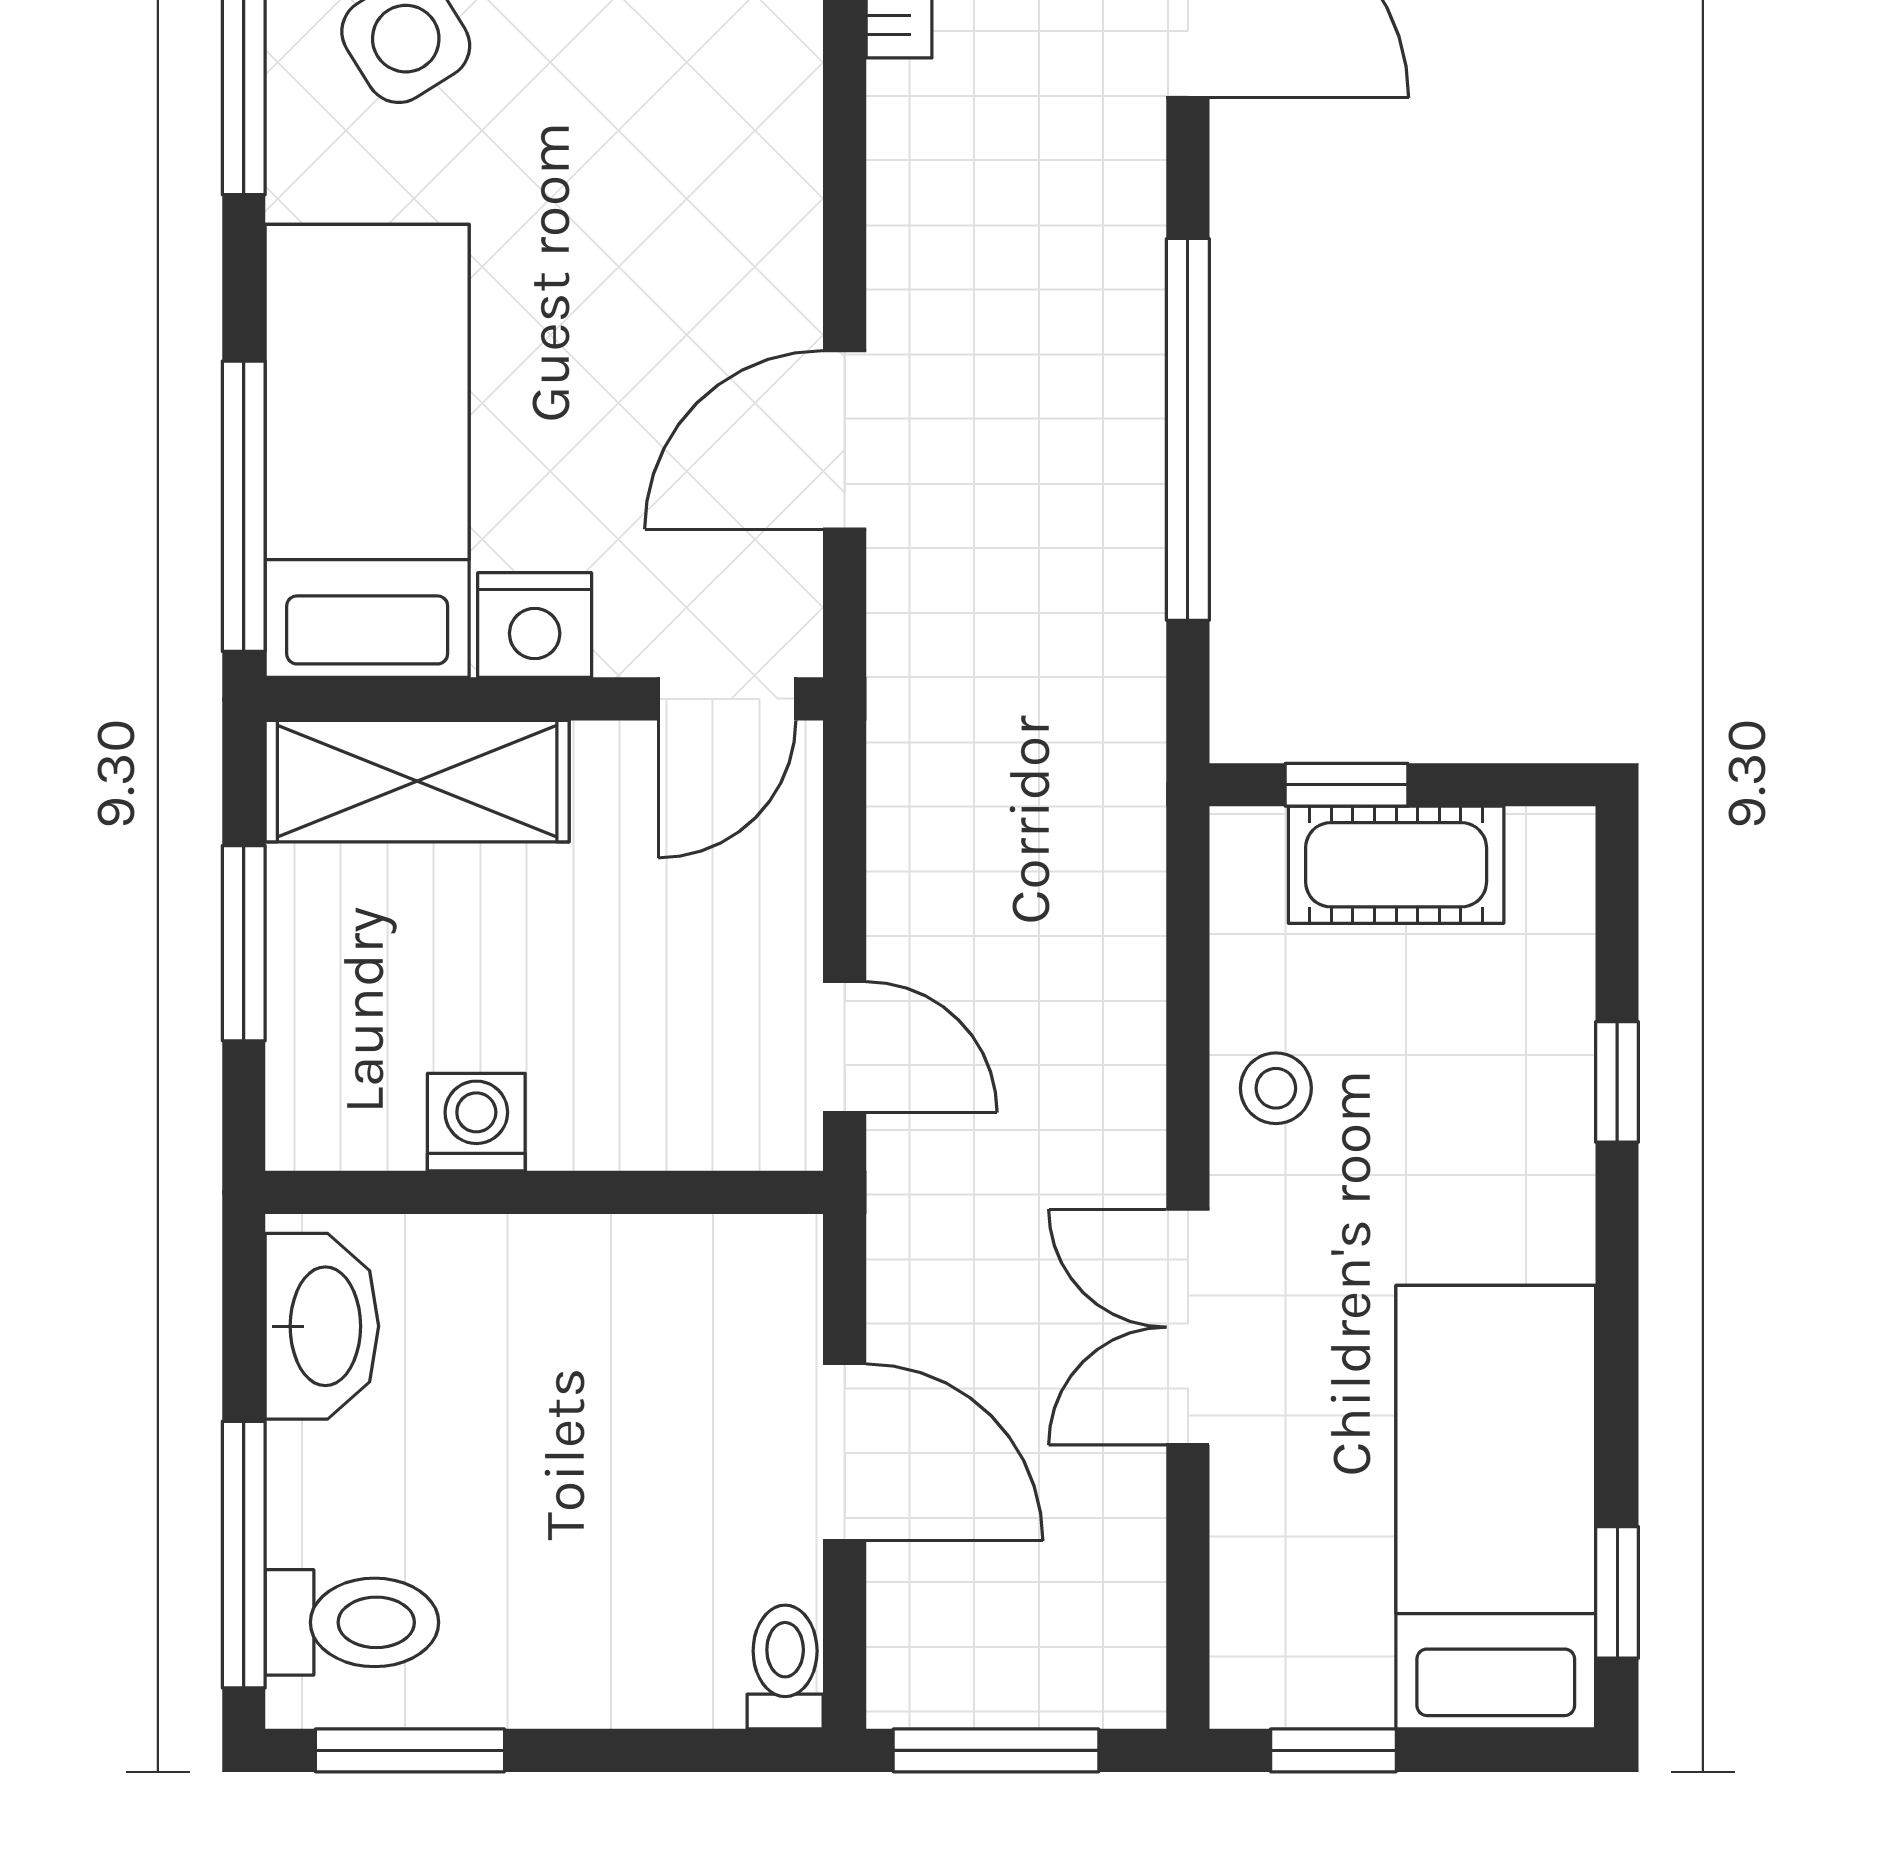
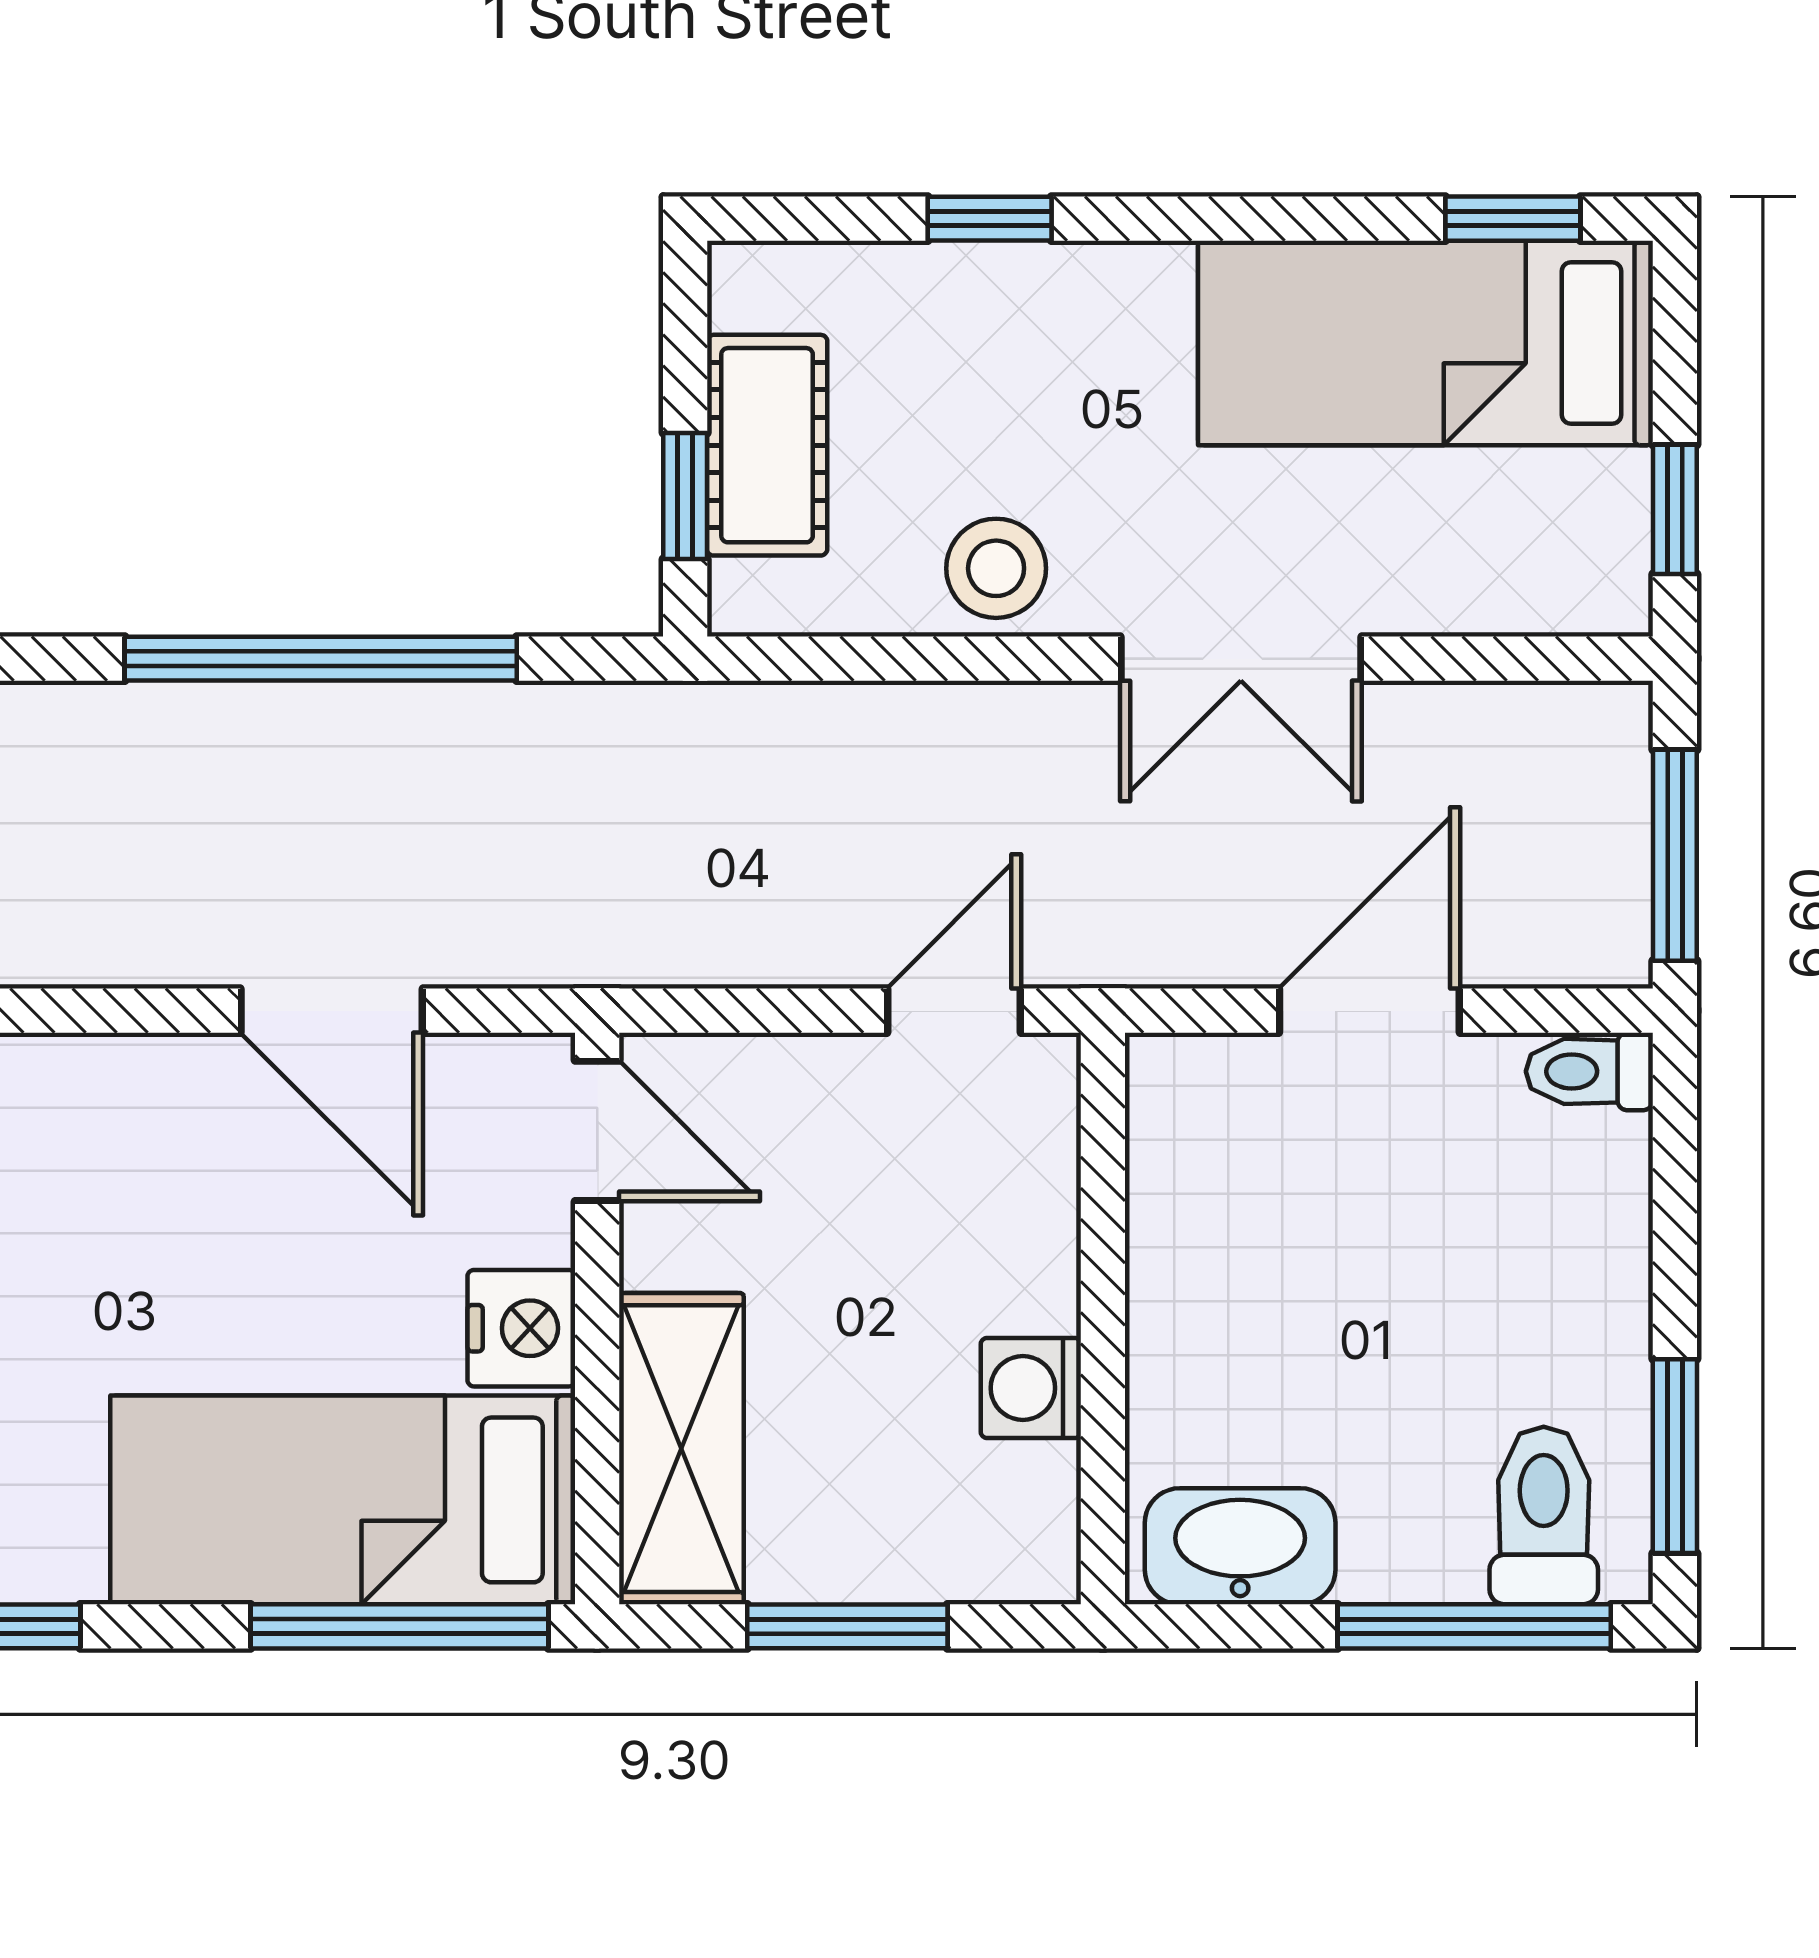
stool: (1276, 1088) -> (996, 568), width x1.37, depth x1.37

